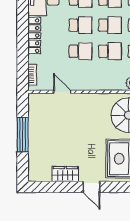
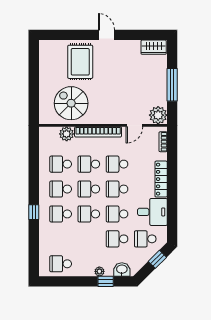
bookcase: (100, 85) -> (98, 132), added
door: (62, 92) -> (134, 125), hinge flipped
plant: (37, 103) -> (158, 115), added
wardrobe: (65, 174) -> (154, 47), moved

